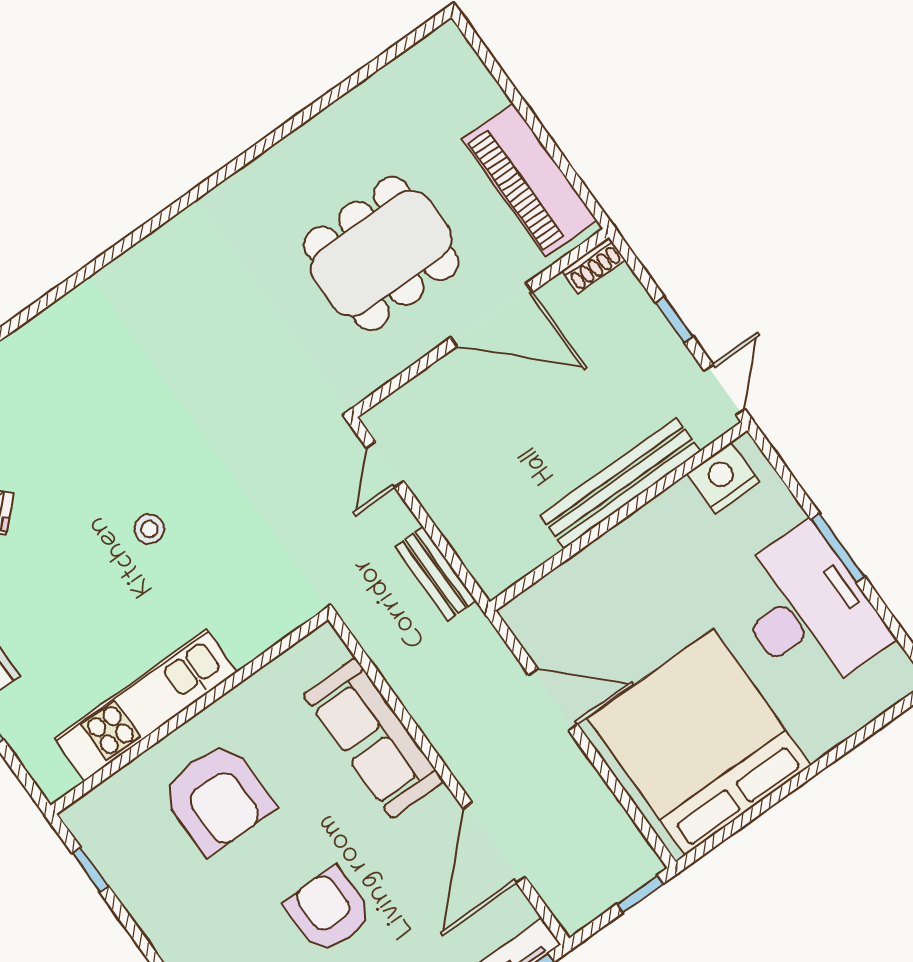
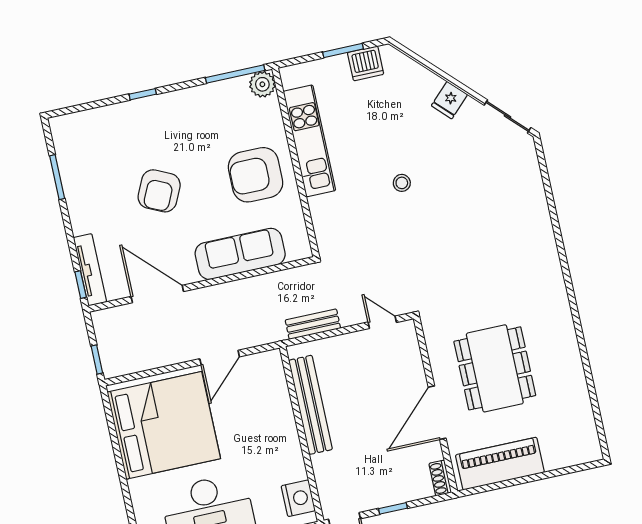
bench: (620, 483) -> (311, 405), moved
armchair: (217, 798) -> (256, 175), moved
plant: (88, 819) -> (262, 84), added
window: (90, 870) -> (235, 74), width x2.17
armchair: (329, 911) -> (159, 191), turned 116

